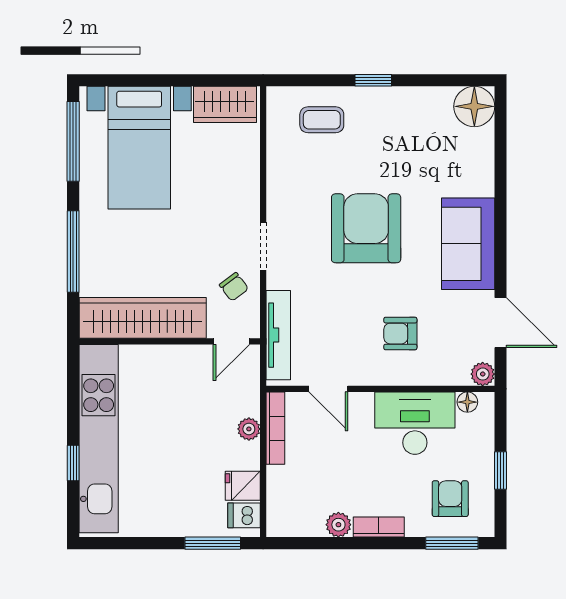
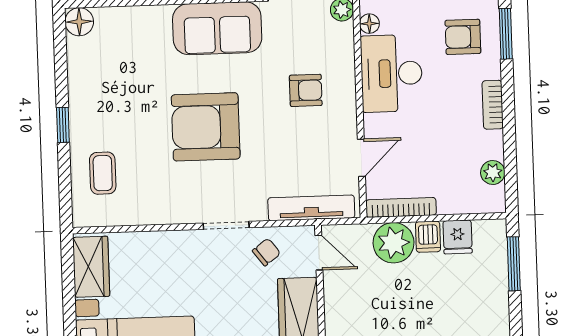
floor lamp: (474, 106) -> (79, 22), width x0.73, depth x0.73
armchair: (400, 334) -> (306, 90), turned -90
plant: (249, 429) -> (394, 243), width x1.88, depth x1.88
dishwasher: (244, 515) -> (428, 237), moved
plant: (338, 525) -> (493, 172), moved

